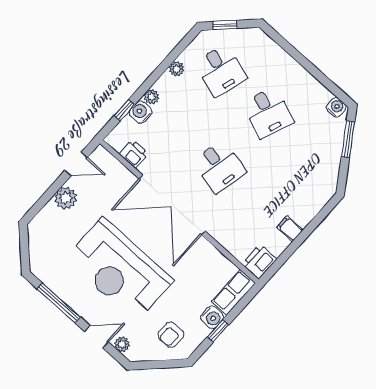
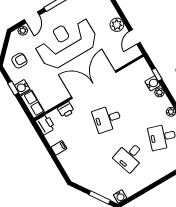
desk: (268, 113) -> (129, 156), turned -39
printer: (134, 154) -> (66, 110), moved
armchair: (171, 335) -> (19, 61), turned 90

